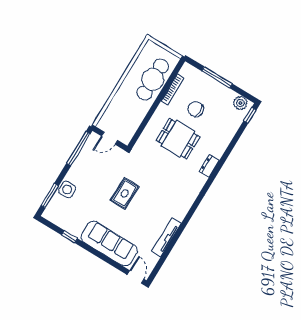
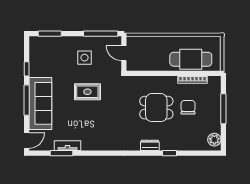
window: (250, 115) -> (169, 153), moved
dining table: (178, 139) -> (156, 108), turned 90
side table: (67, 189) -> (85, 58), moved
tv unit: (166, 237) -> (67, 146), width x0.71
window: (167, 252) -> (61, 153), added
window: (98, 254) -> (27, 100), added

